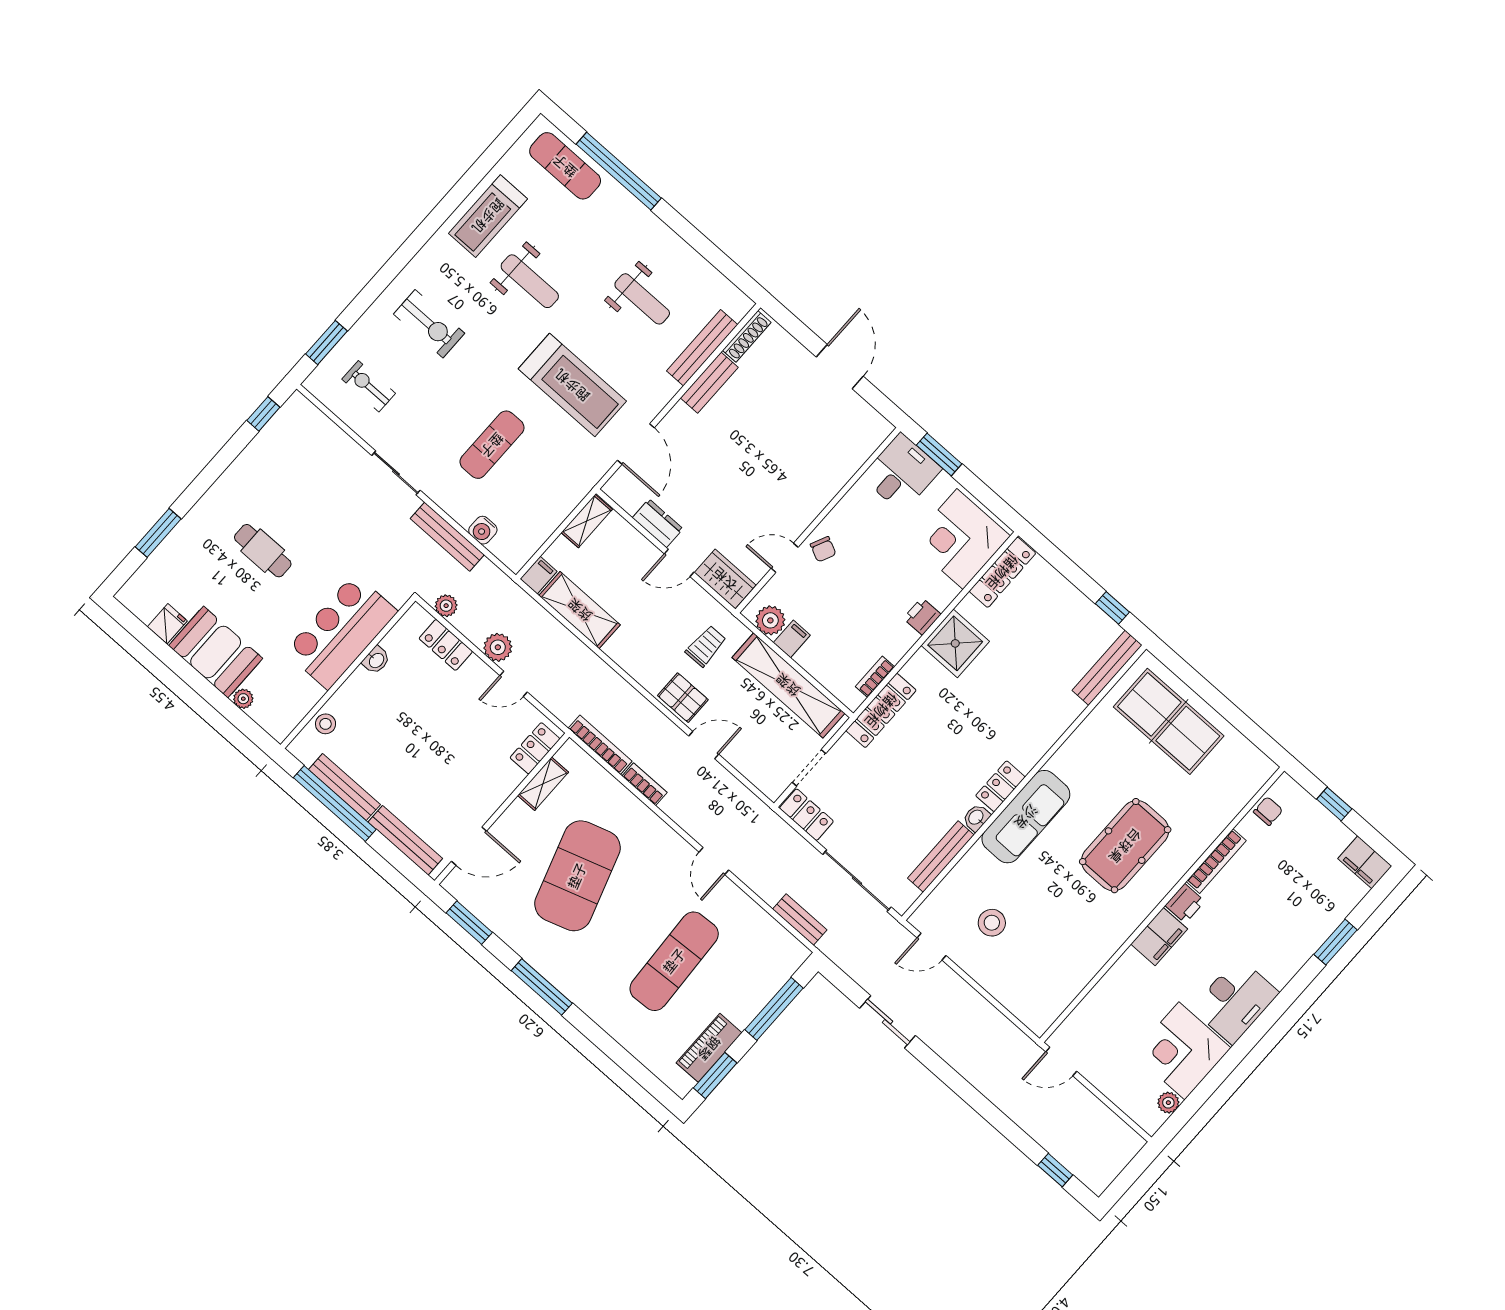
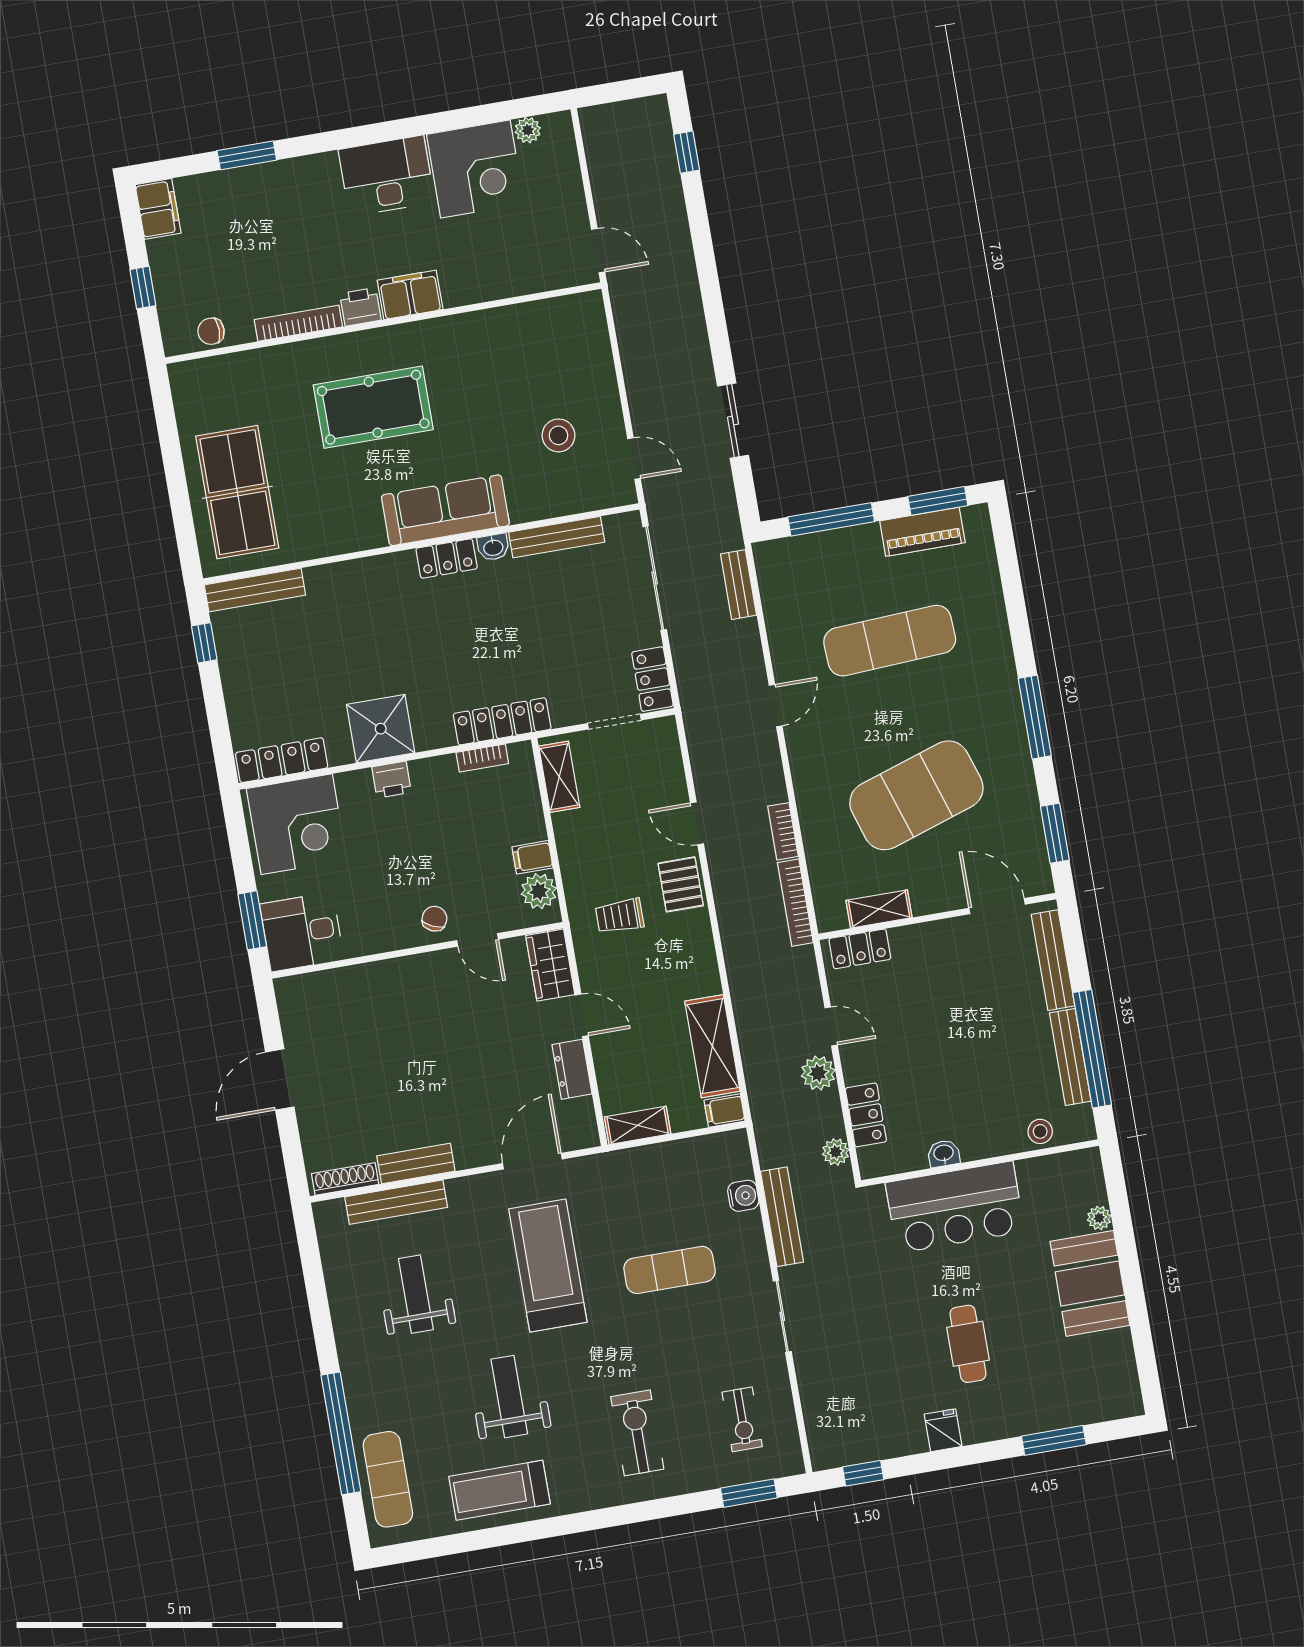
treadmill: (488, 216) -> (499, 1490), turned 180
fridge: (167, 624) -> (943, 1430), moved, turned 90
shelving: (788, 685) -> (559, 777), width x0.45, depth x0.75

